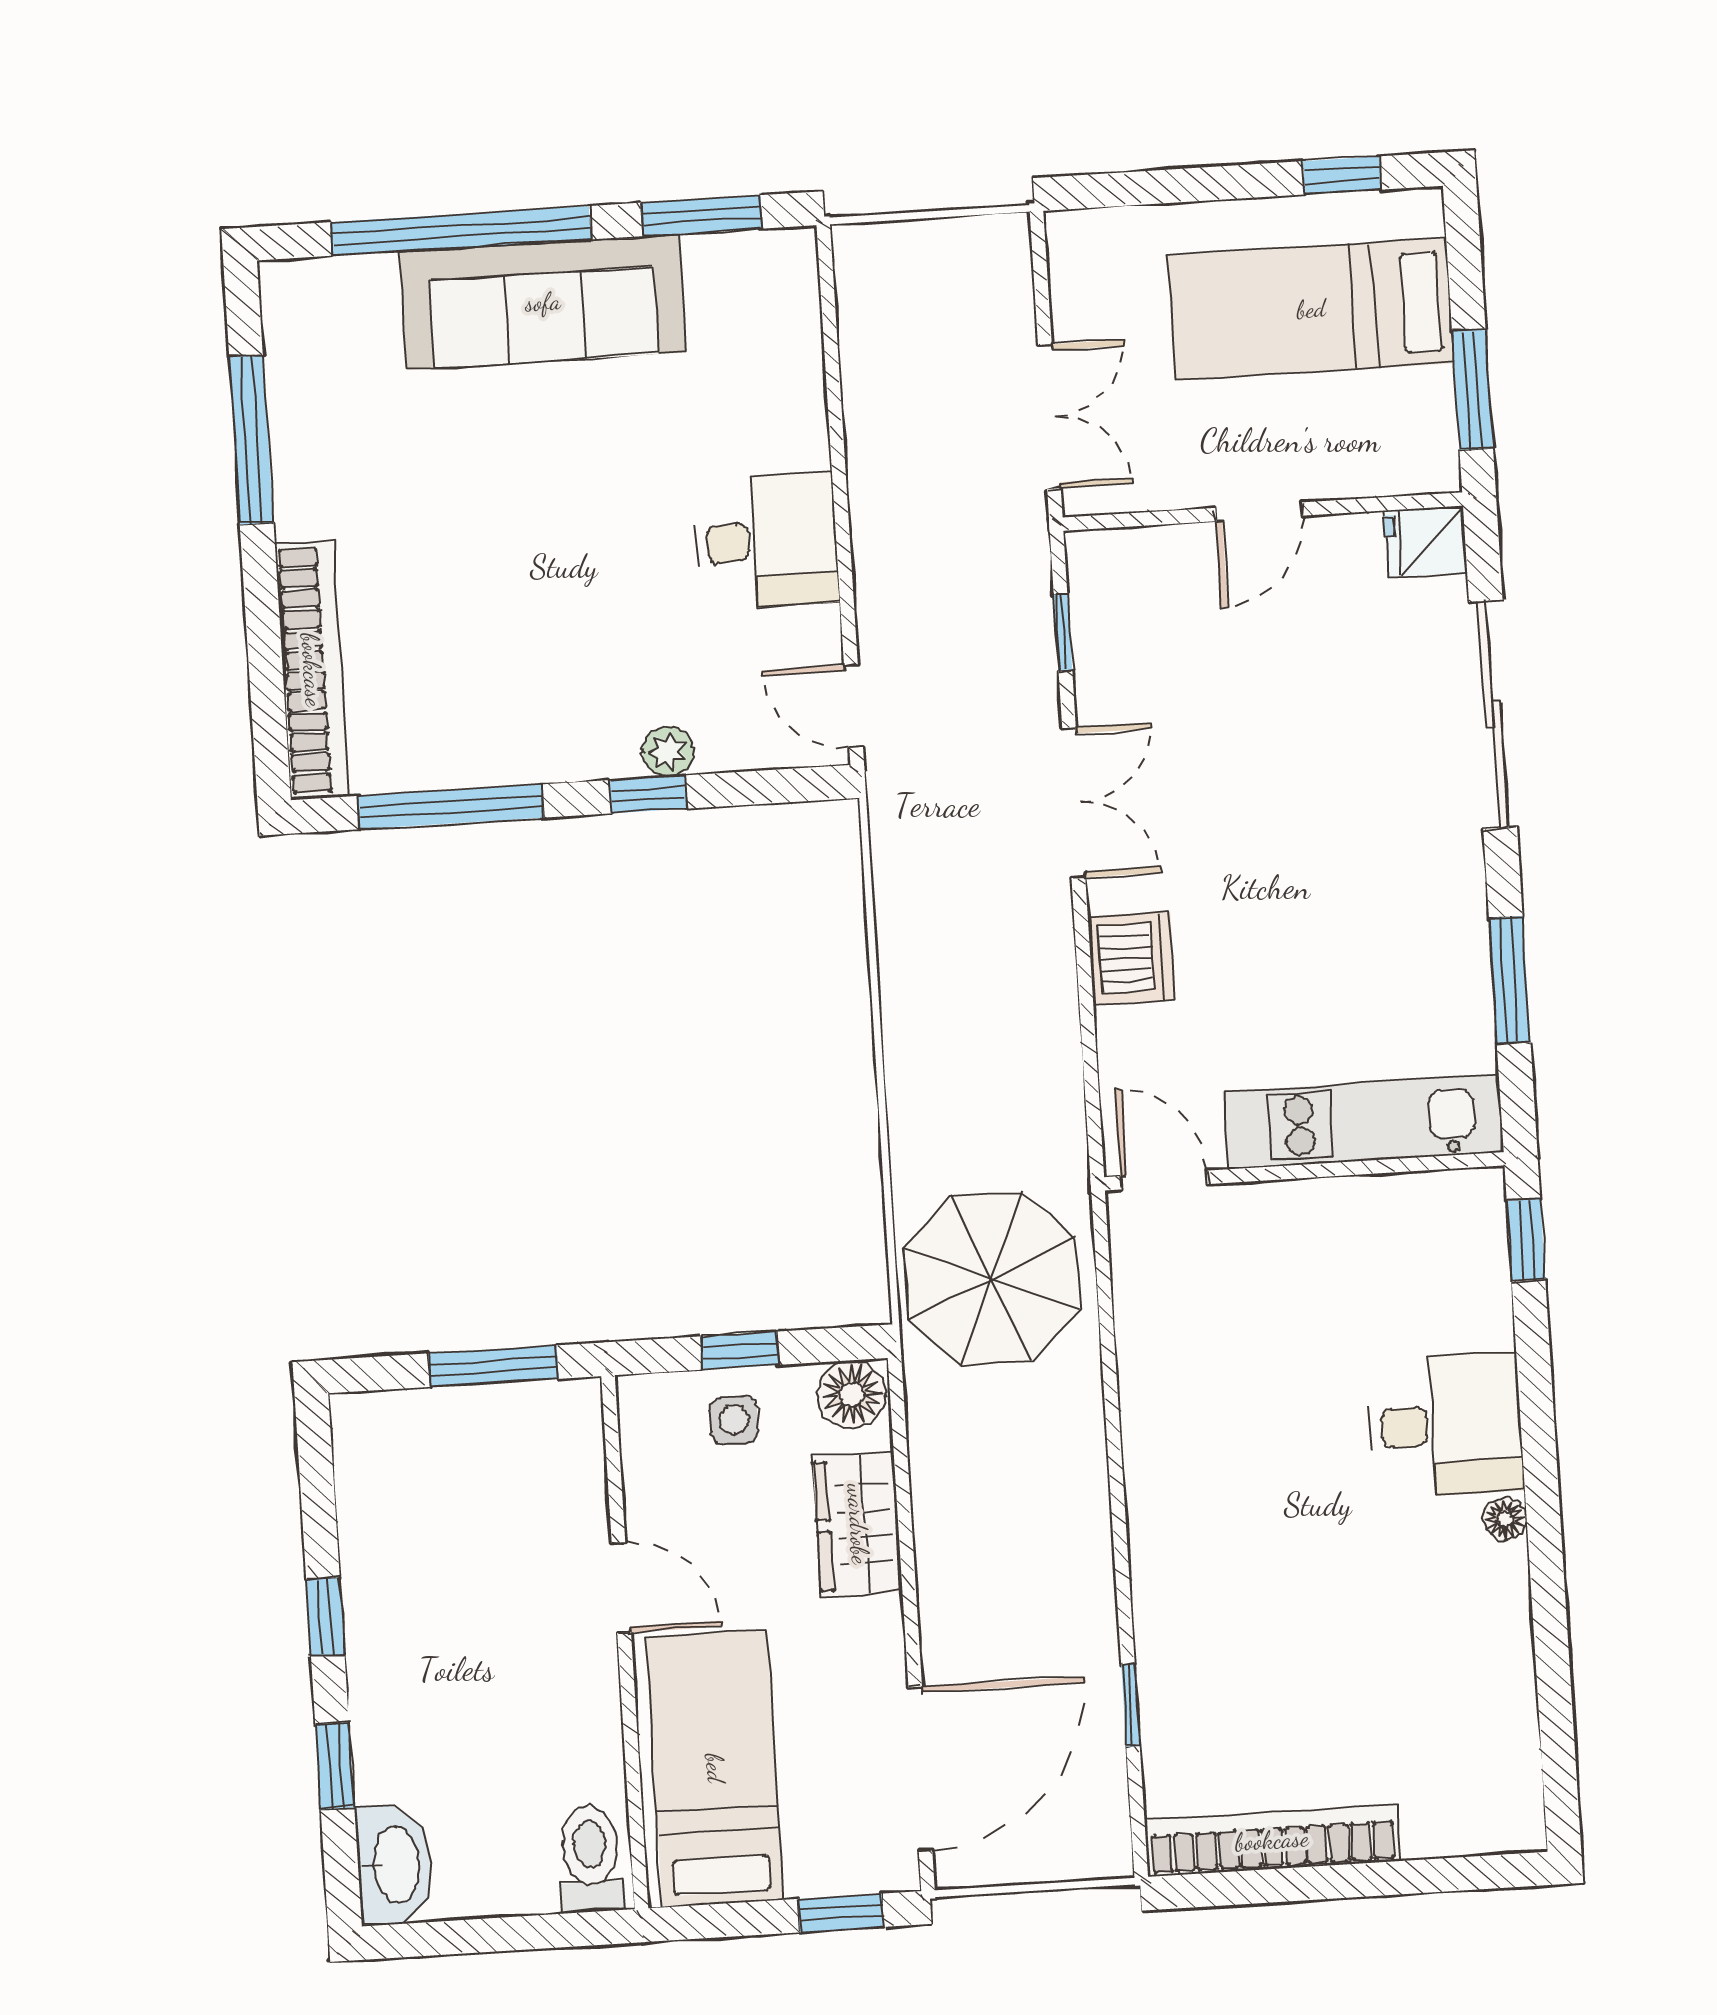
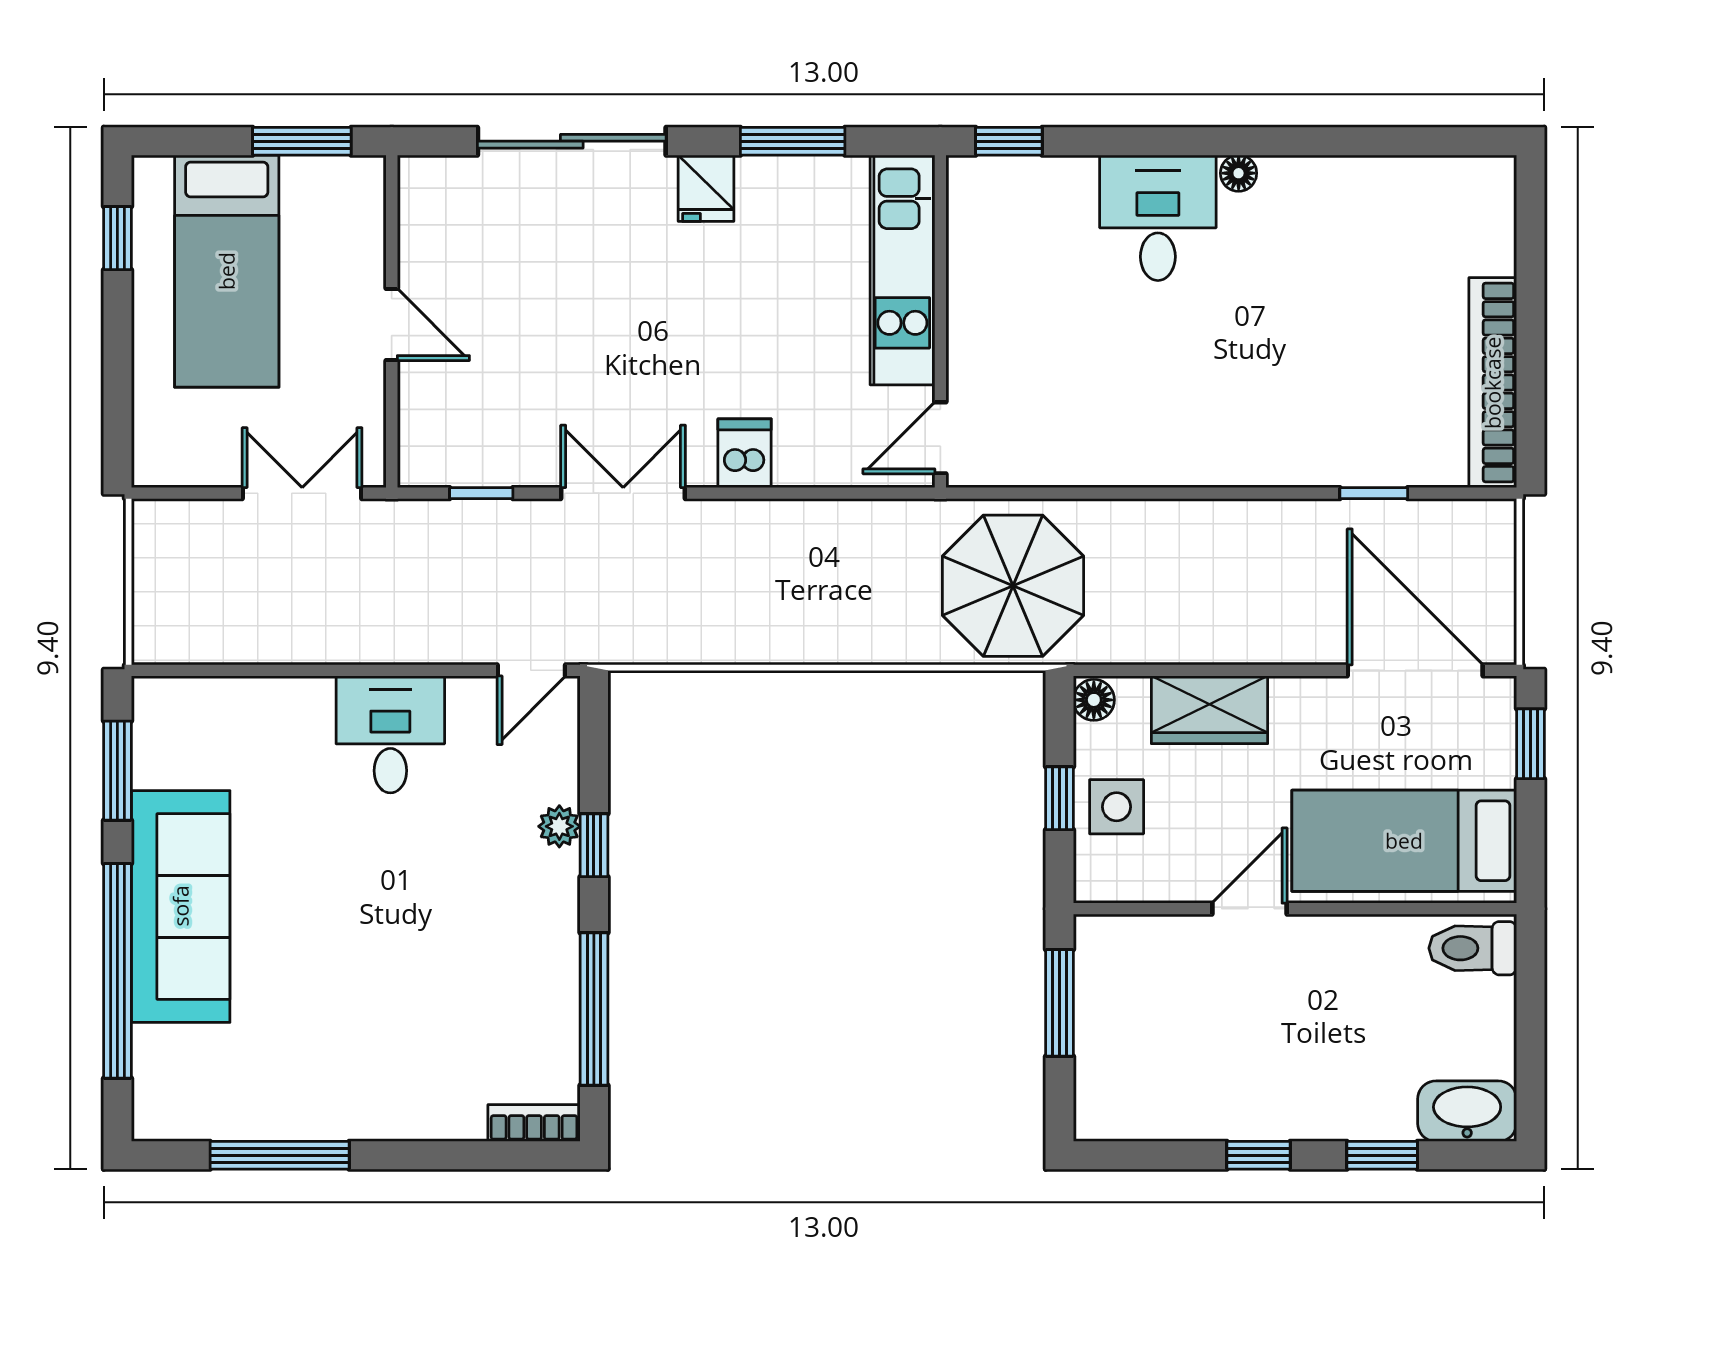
fridge: (1425, 542) -> (706, 188), moved
bookcase: (312, 670) -> (534, 1123), width x0.43, depth x0.76
dishwasher: (1132, 958) -> (745, 453), width x0.73
floor lamp: (852, 1394) -> (1094, 700), width x0.73, depth x0.73
side table: (734, 1420) -> (1117, 807), width x1.37, depth x1.37

